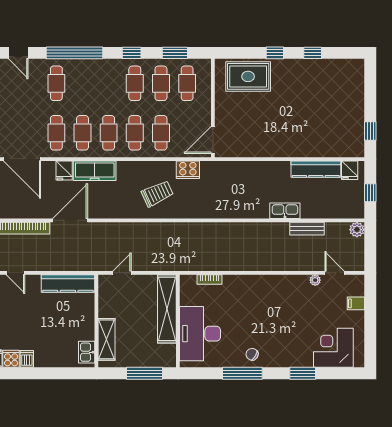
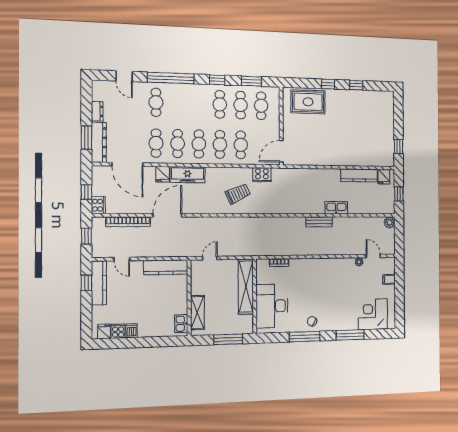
bench: (307, 229) -> (319, 222), moved
window: (303, 373) -> (350, 335), width x1.44

